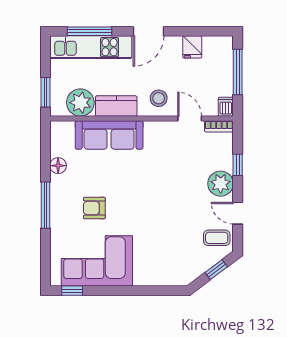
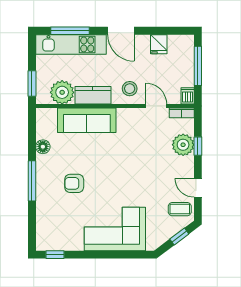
door: (149, 31) -> (121, 31), hinge flipped
plant: (221, 184) -> (183, 145), moved
corner sofa: (97, 261) -> (115, 229), moved

